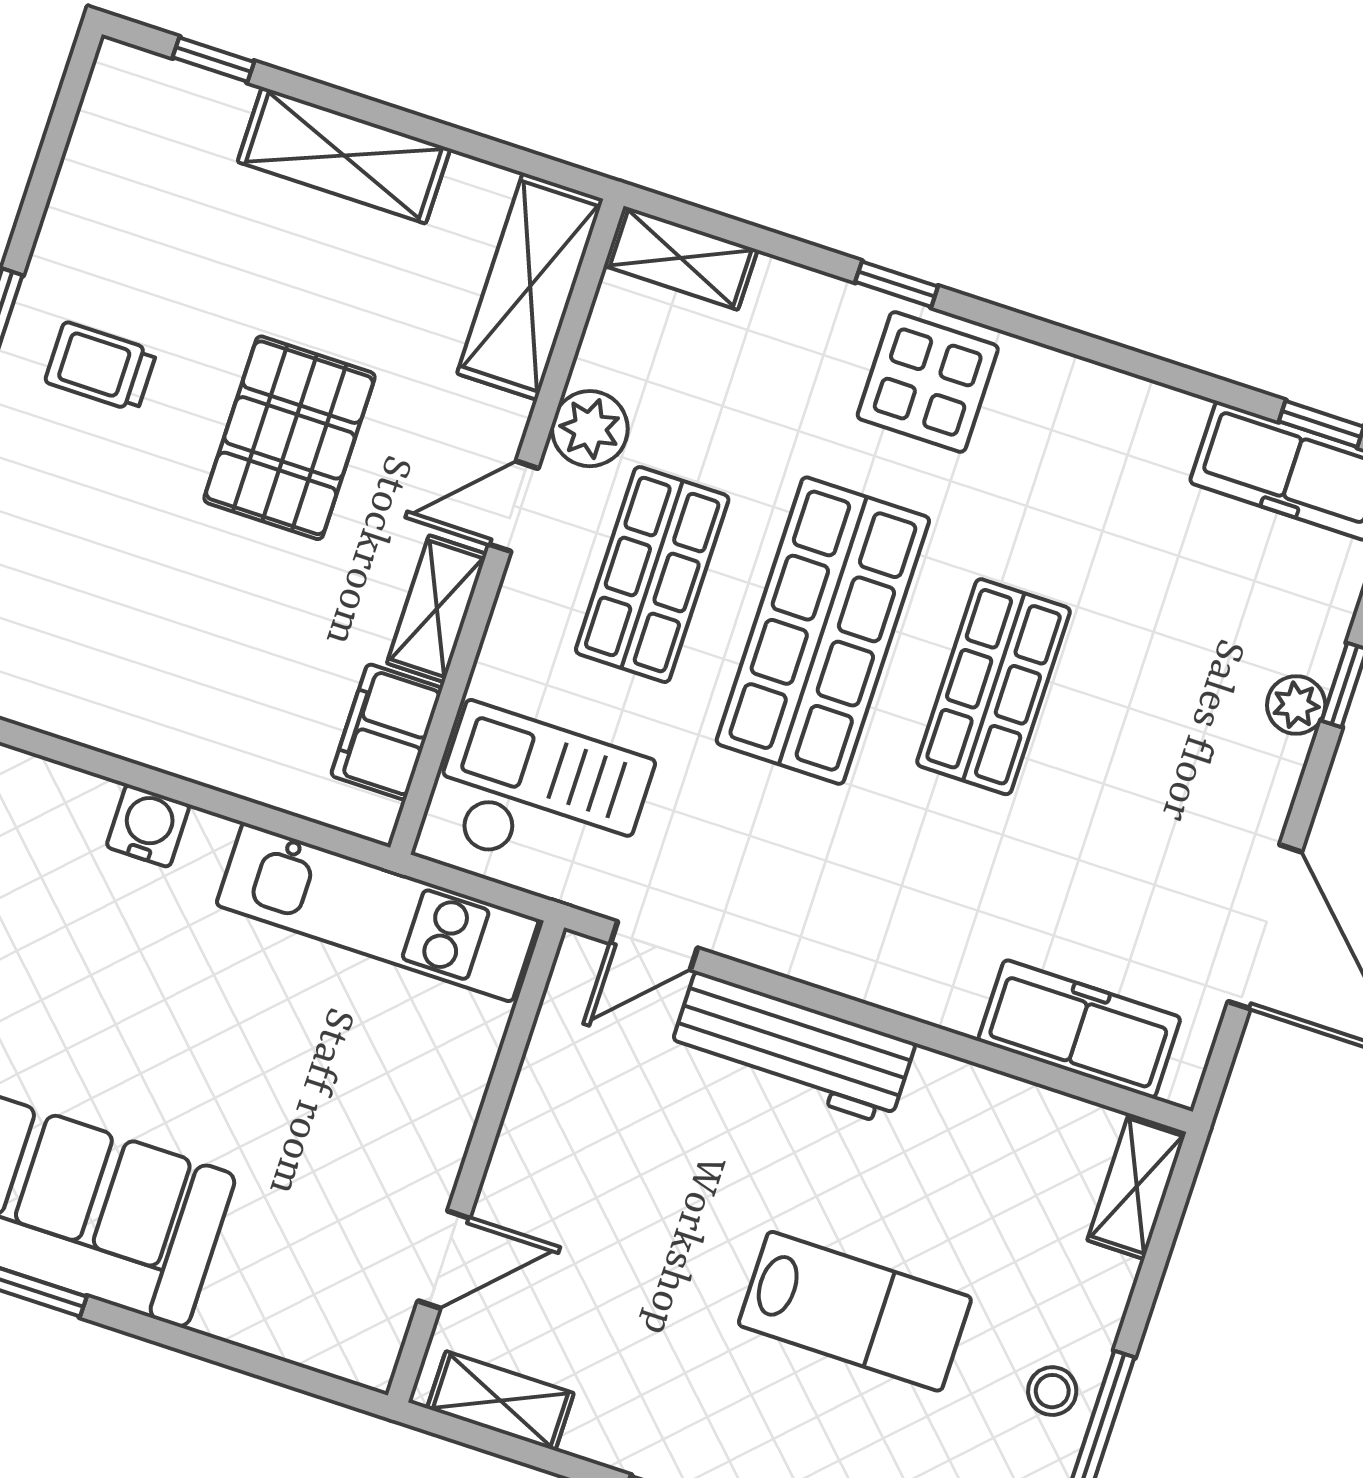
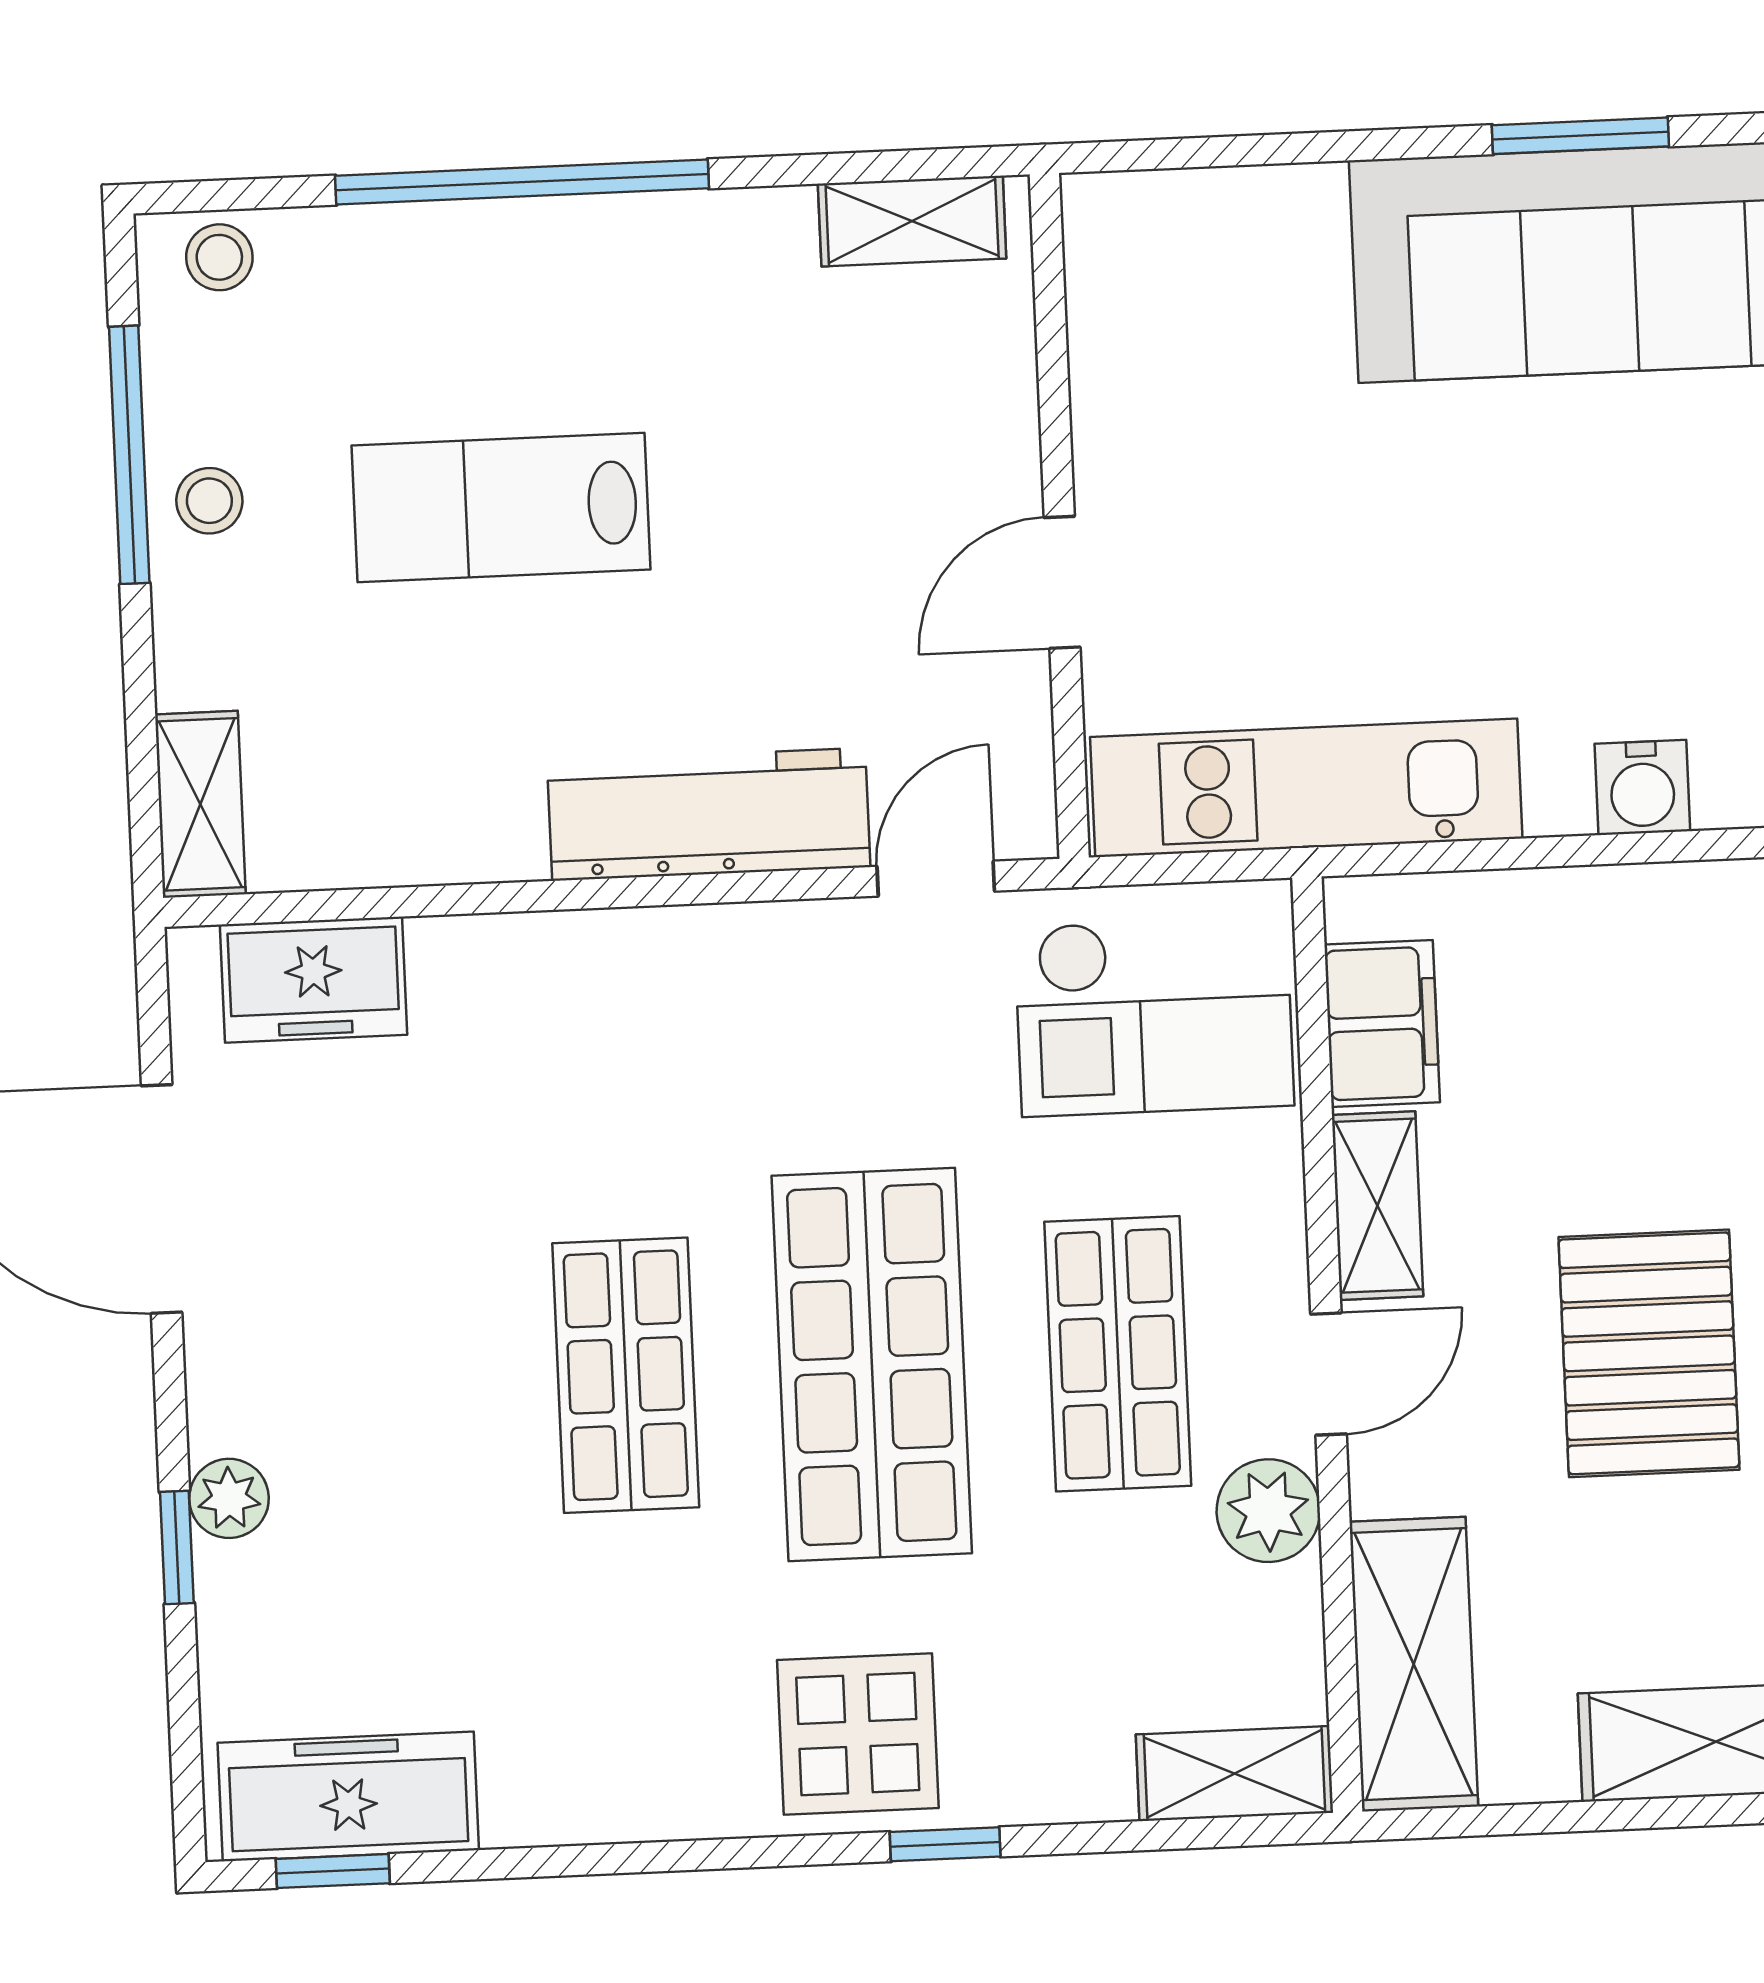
freezer: (1079, 1029) -> (314, 980), width x0.71
door: (444, 1259) -> (1062, 582), moved

